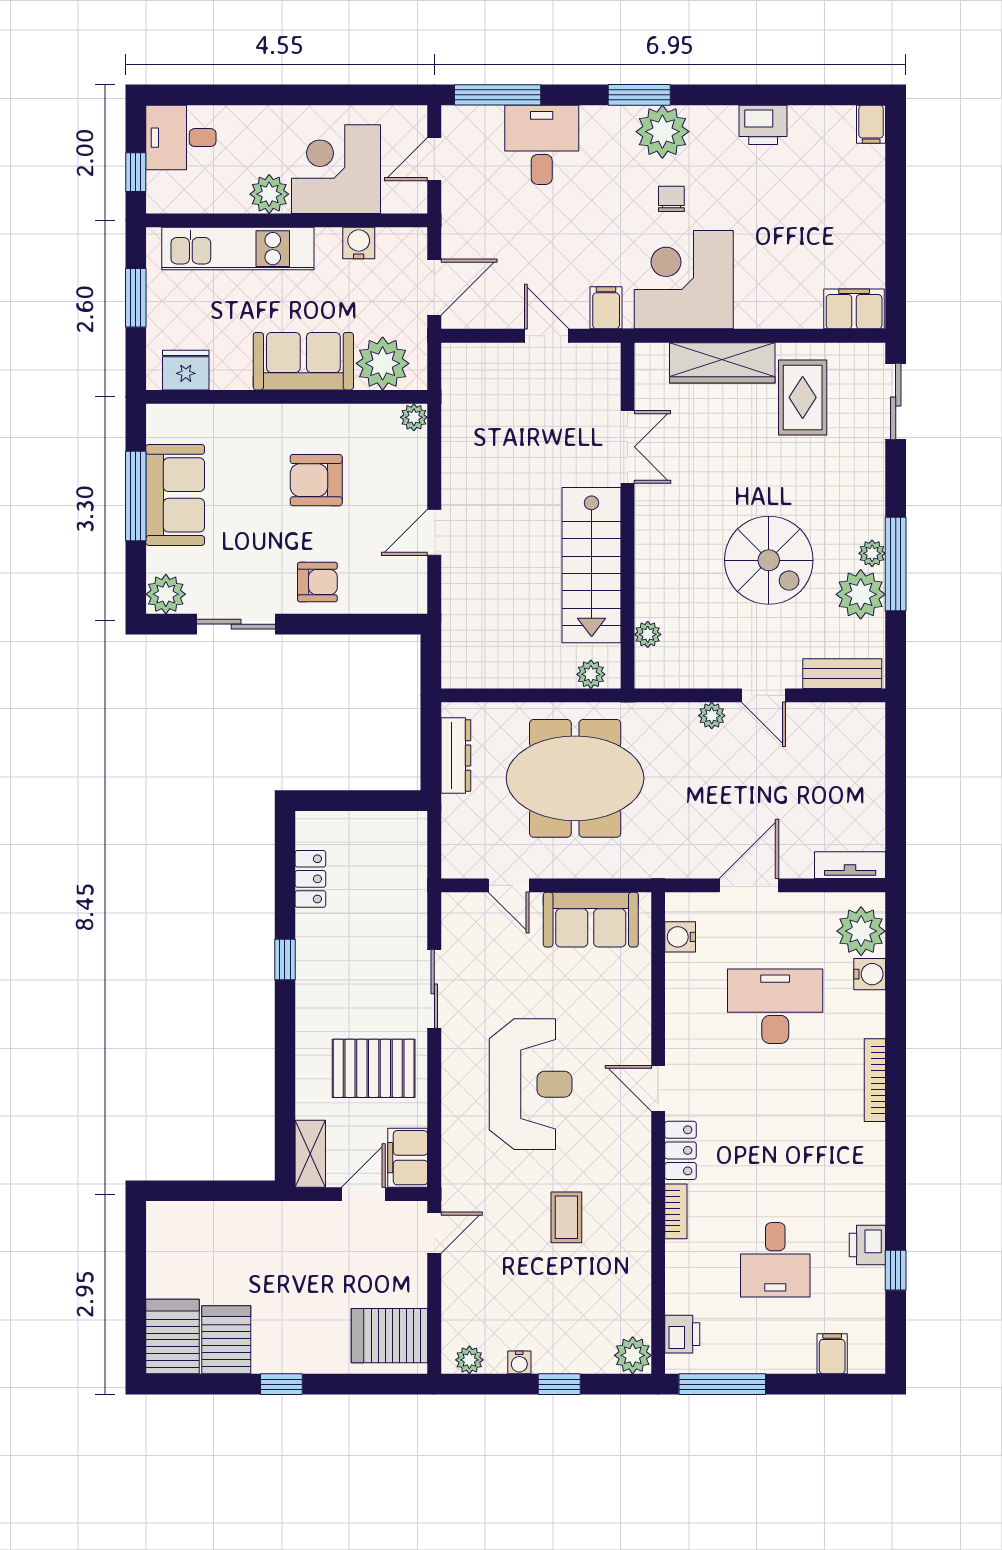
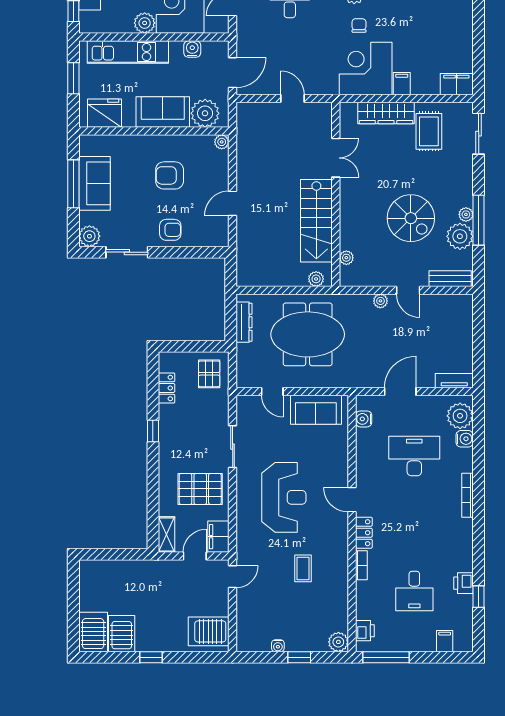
filing cabinet: (606, 308) -> (402, 84), moved
fridge: (186, 370) -> (105, 113), width x1.36, depth x1.34
pallet: (390, 852) -> (209, 374), added
plant: (469, 1360) -> (251, 644), removed

